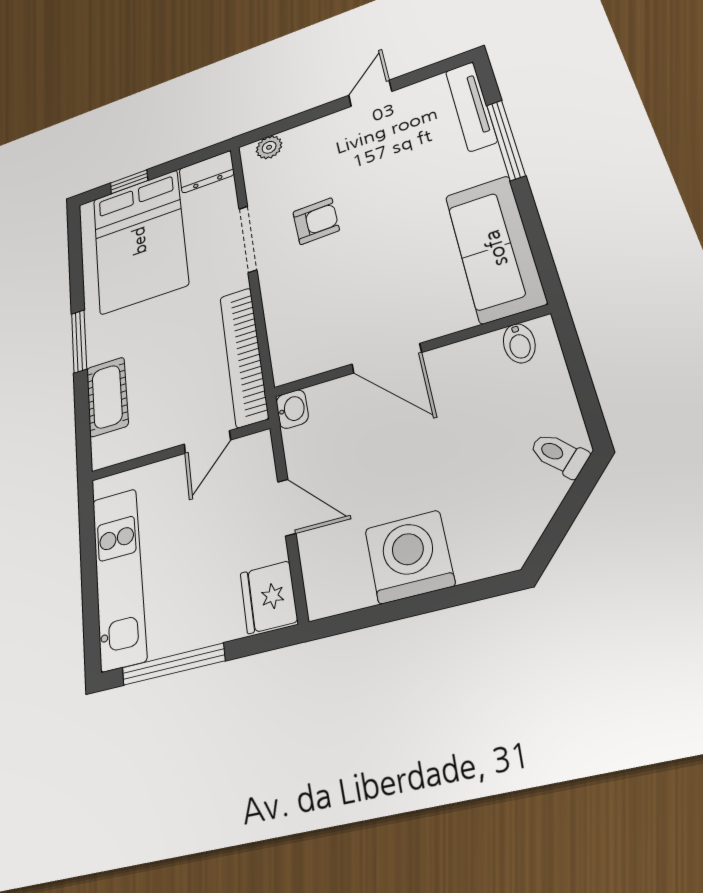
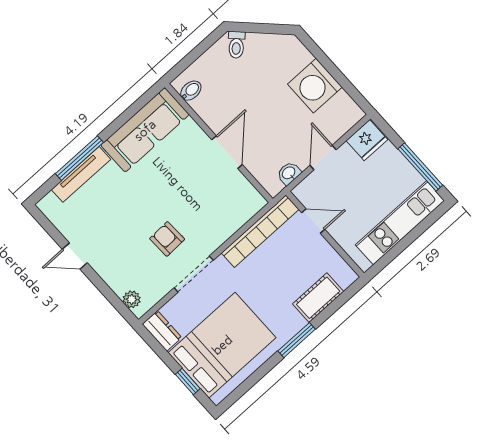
tv unit: (471, 106) -> (81, 174), moved
washbasin: (292, 409) -> (289, 173), moved

